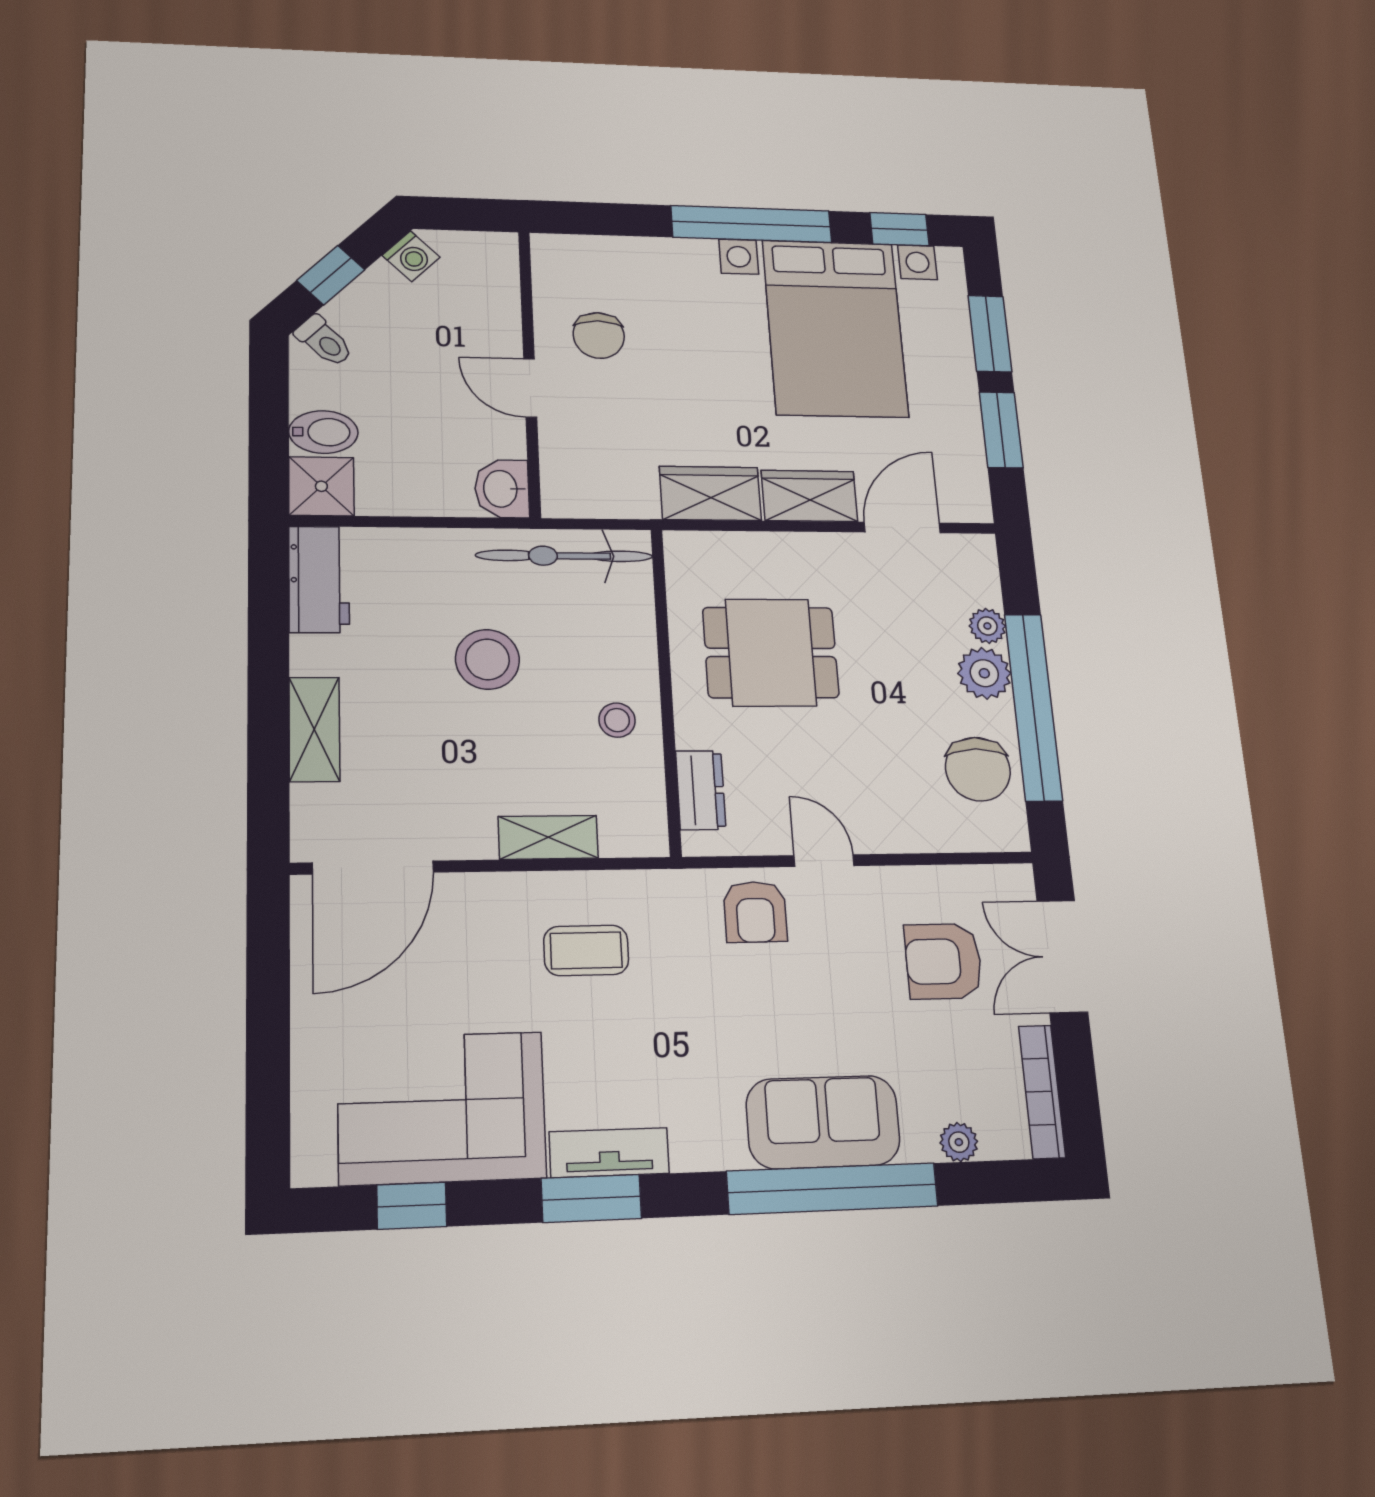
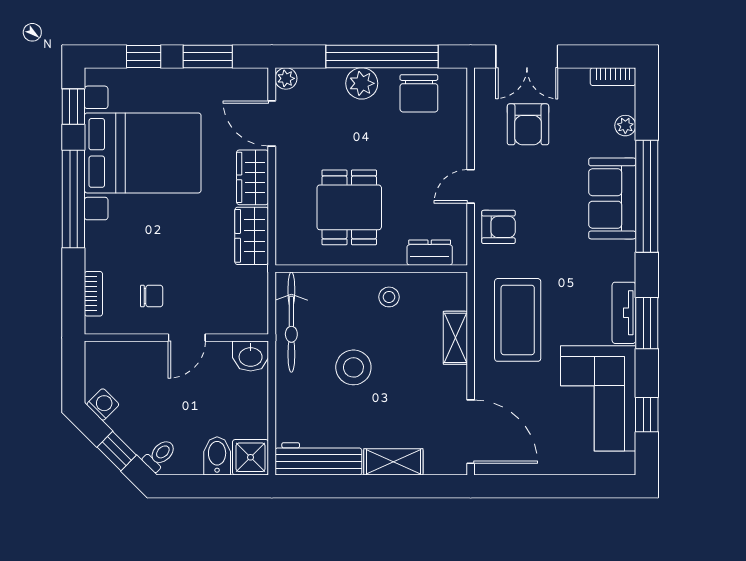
bookcase: (598, 248) -> (93, 294), added
window: (990, 334) -> (144, 57), width x0.67
chair: (599, 336) -> (152, 296), width x0.73, depth x0.73
workbench: (319, 579) -> (318, 459), width x1.37
plant: (987, 626) -> (286, 78), moved
chair: (978, 769) -> (419, 93), turned 90
coffee table: (586, 950) -> (518, 320), width x1.86, depth x1.72
bookcase: (1042, 1092) -> (613, 77), width x0.64

